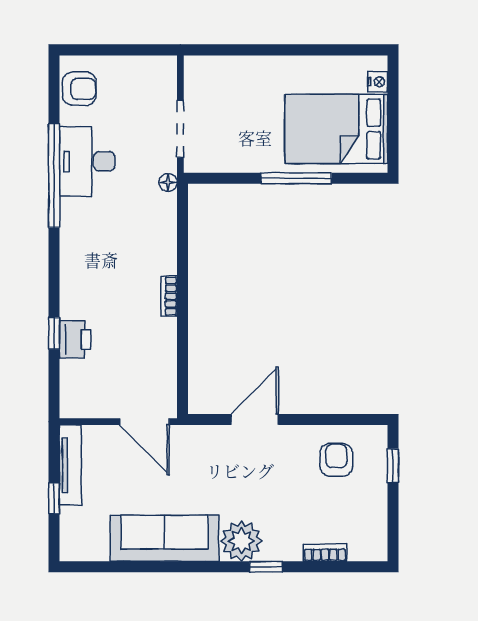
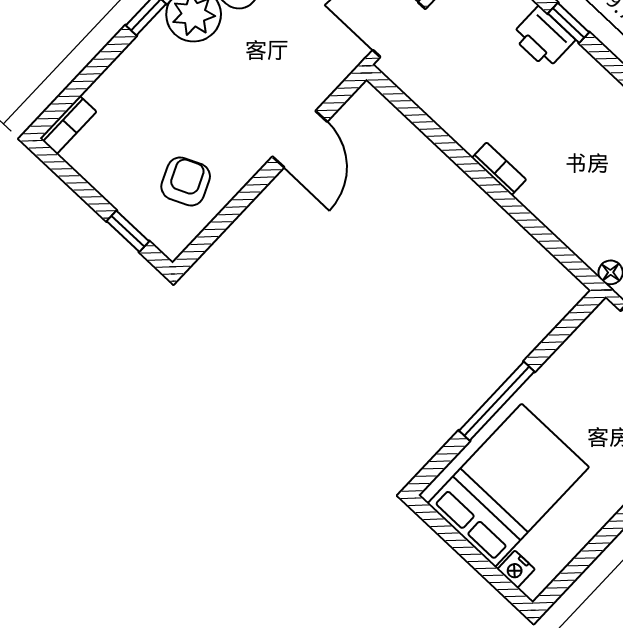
armchair: (336, 460) -> (186, 181), turned -114
bookcase: (325, 553) -> (68, 125), moved

